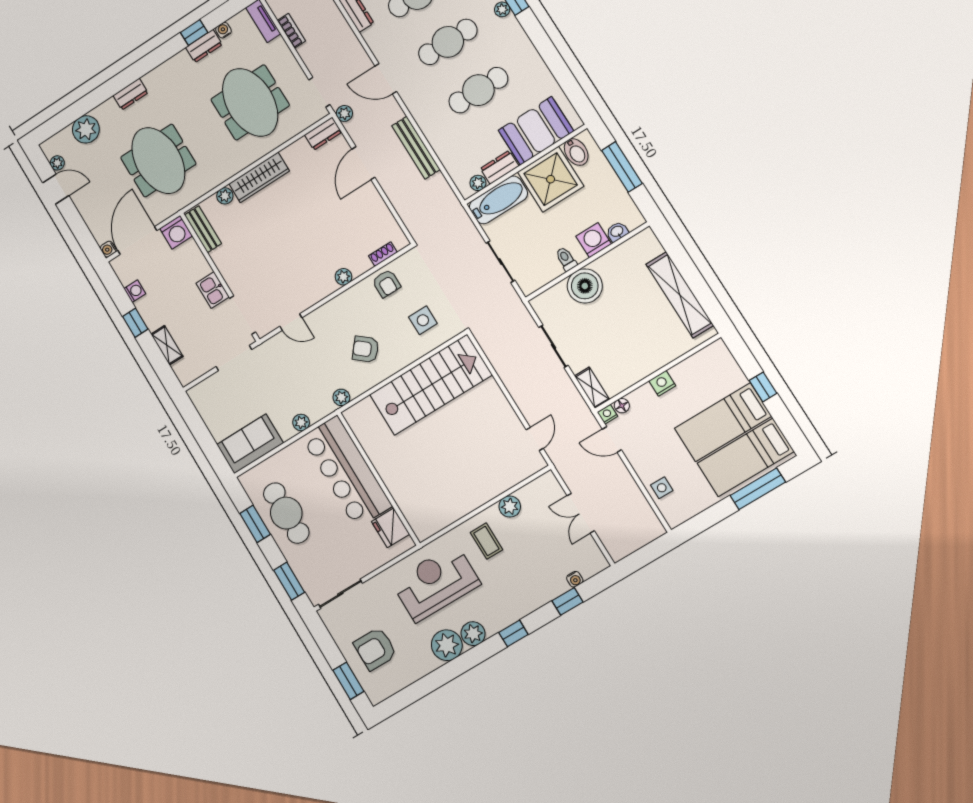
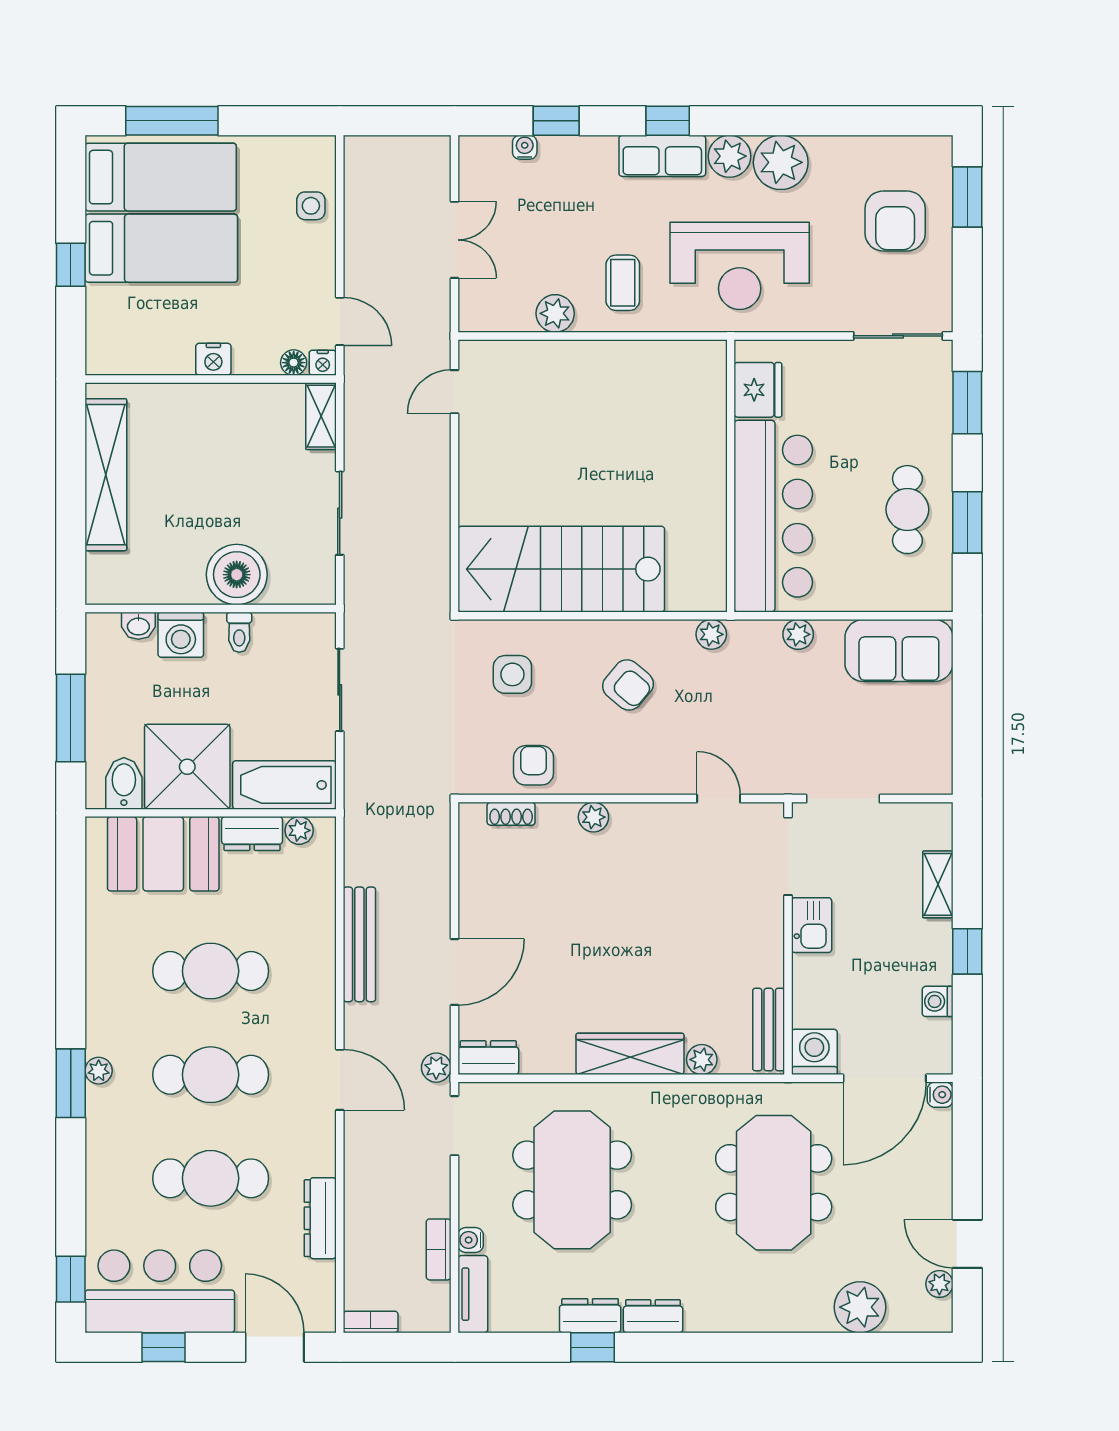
water cooler: (223, 30) -> (471, 1240), moved, turned 90
dresser: (131, 94) -> (653, 1316), moved
cafe table: (286, 513) -> (907, 510), width x0.73, depth x0.74
row of seats: (505, 615) -> (662, 156), added
armchair: (375, 649) -> (895, 221), turned 90

